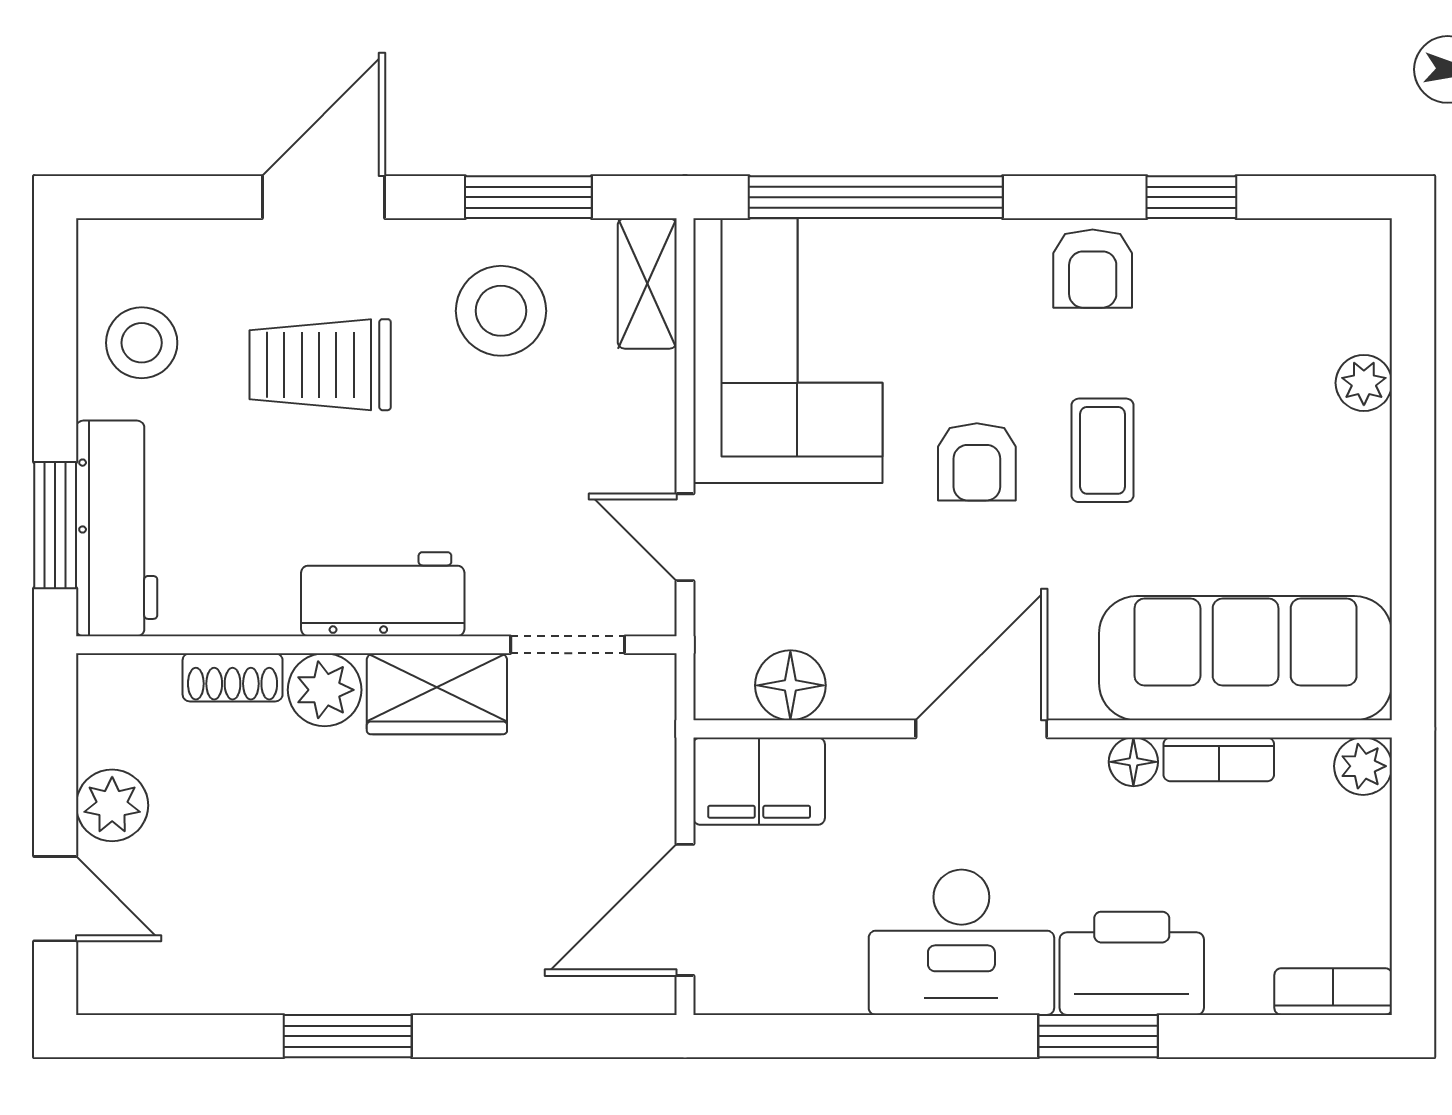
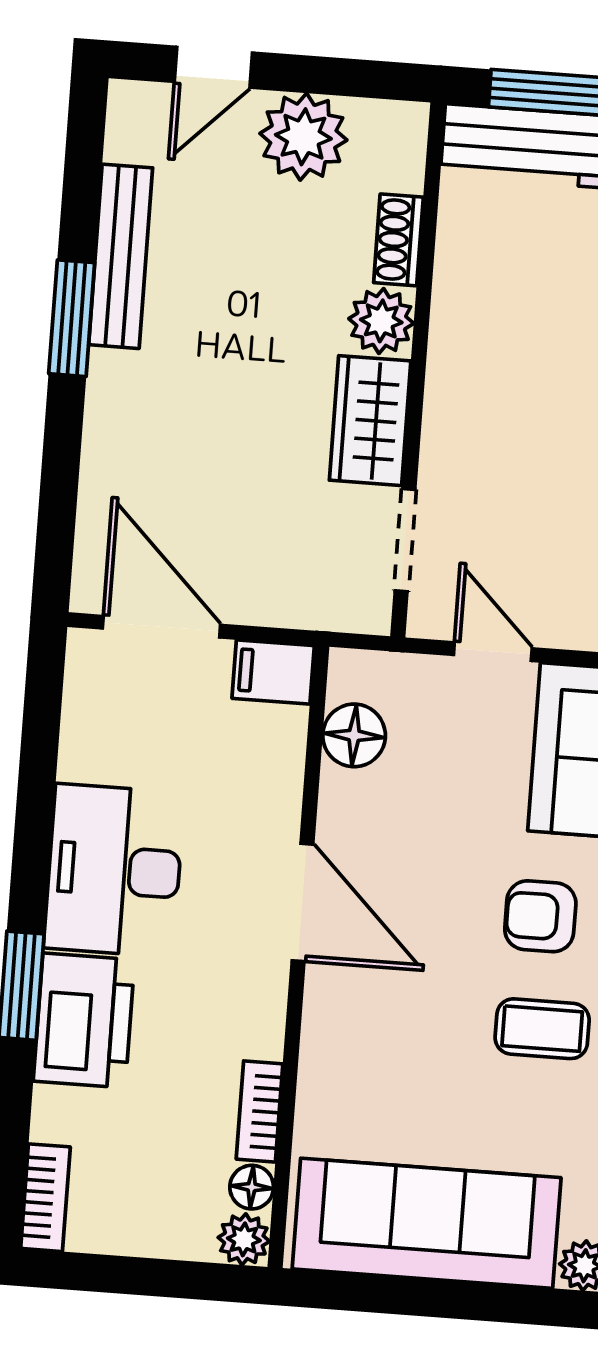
door: (685, 537) -> (493, 652), hinge flipped
workbench: (383, 594) -> (462, 379), removed
sofa: (1246, 658) -> (427, 1223), moved, turned -90
floor lamp: (1133, 762) -> (252, 1187), moved
filing cabinet: (759, 781) -> (273, 672), width x0.50
plant: (112, 805) -> (303, 137), width x1.36, depth x1.36
bench: (274, 987) -> (121, 256), added

